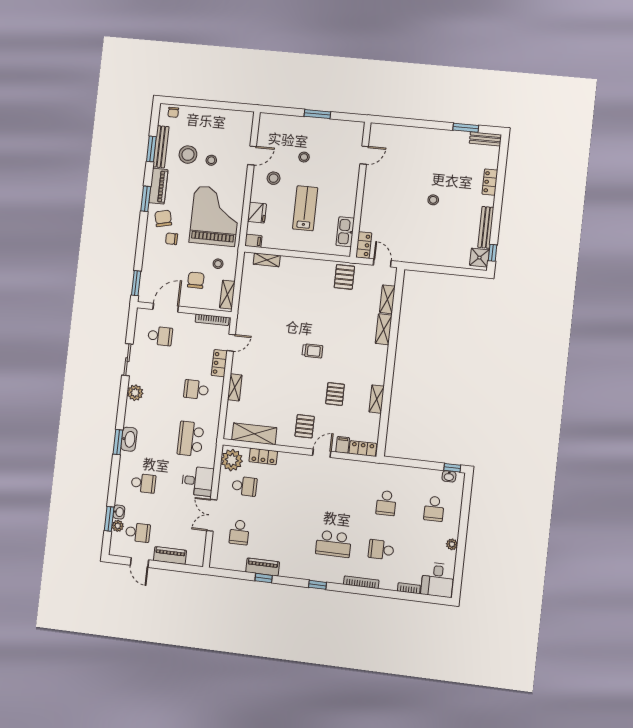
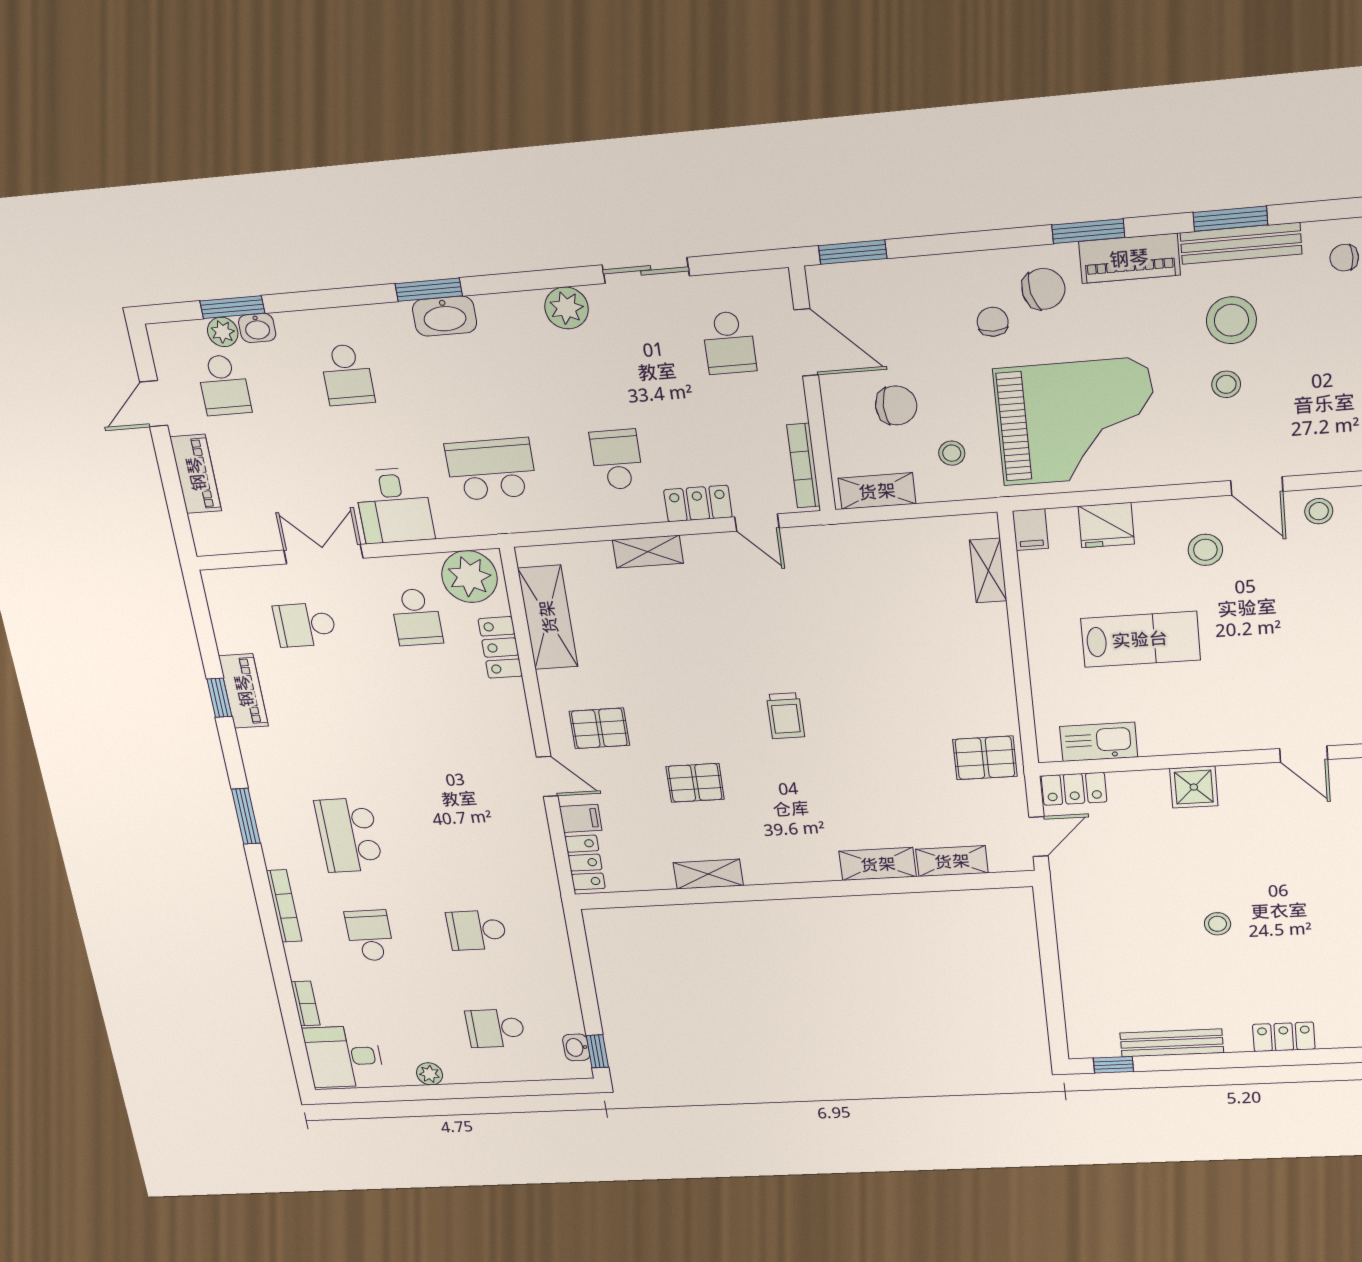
stool: (304, 157) -> (1319, 511), moved
shower: (479, 258) -> (1194, 787), moved
window: (317, 585) -> (246, 816), width x1.50

